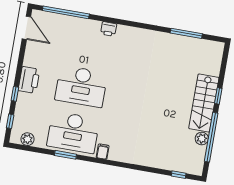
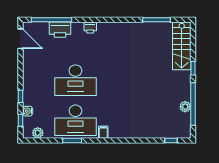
printer: (29, 80) -> (60, 30), moved, turned 90
stairs: (204, 103) -> (182, 46), moved
water cooler: (20, 112) -> (28, 111), added

